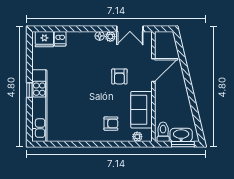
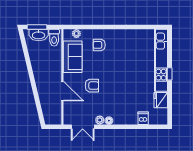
double door: (130, 29) -> (83, 127), swing flipped
fridge: (44, 39) -> (161, 100), moved, turned -90
door: (153, 70) -> (62, 91), swing flipped
armchair: (119, 76) -> (92, 86), turned 90

